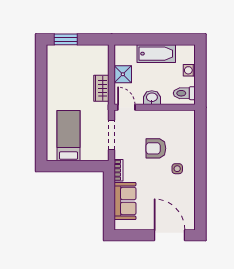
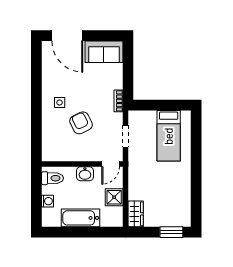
wardrobe: (101, 88) -> (136, 214), moved
door: (126, 107) -> (111, 164), hinge flipped
doorway: (112, 135) -> (125, 136), width x0.73
armchair: (156, 148) -> (81, 123), turned -116
sofa: (125, 201) -> (104, 52), moved, turned -90

